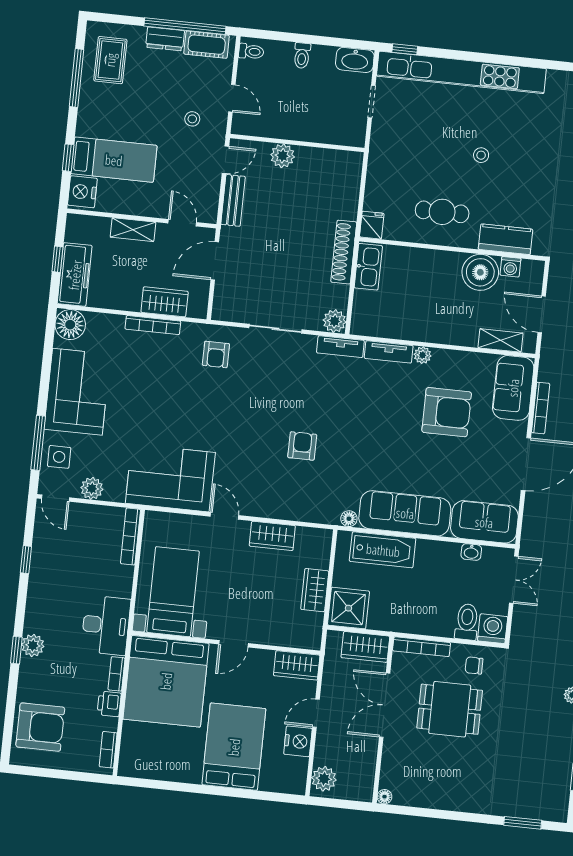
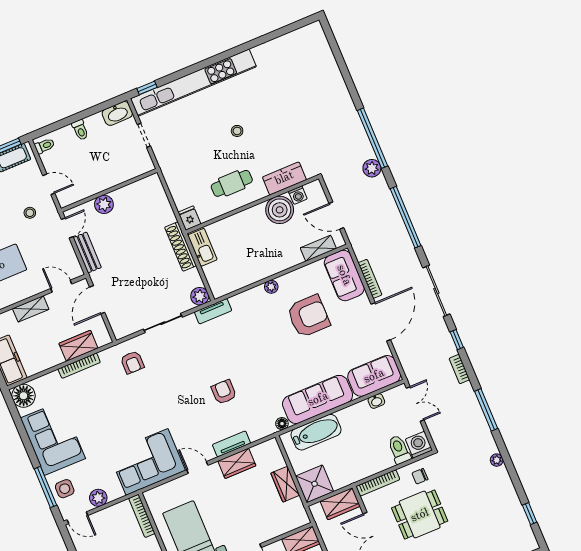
tv unit: (389, 352) -> (232, 444), moved, turned 180

